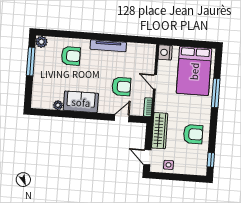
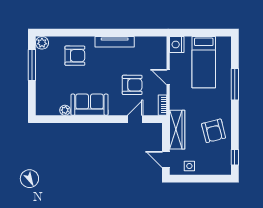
bed: (194, 71) -> (204, 62), width x0.67
armchair: (193, 134) -> (214, 131), turned 76

